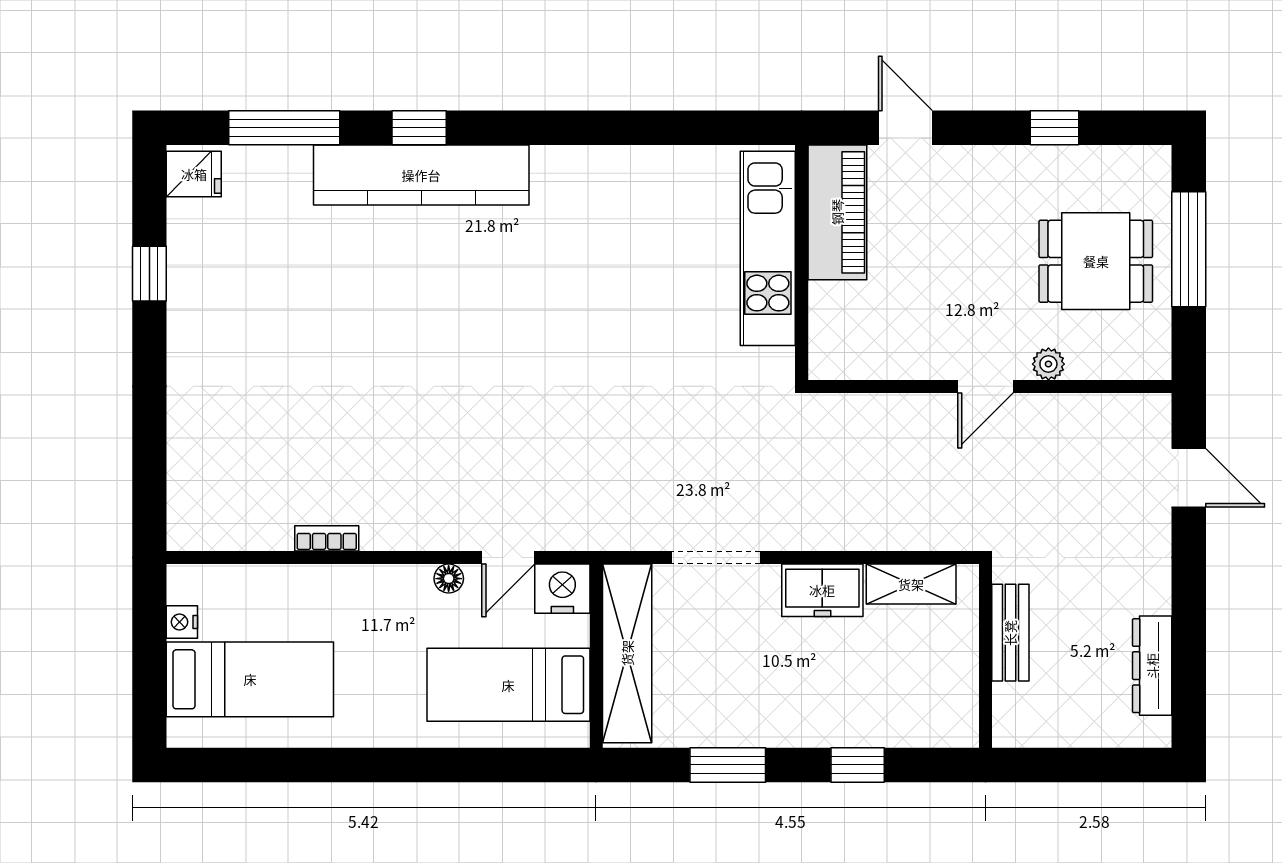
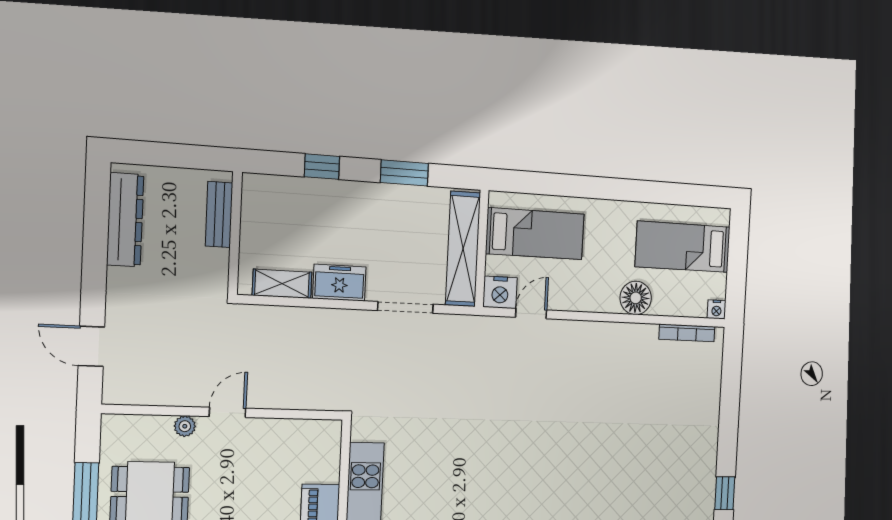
bookcase: (327, 538) -> (687, 333), moved, width x1.56
floor lamp: (449, 579) -> (636, 298), moved, width x1.89, depth x1.89
nightstand: (182, 622) -> (717, 310), moved, turned 90
bench: (1010, 633) -> (219, 214), moved
dresser: (1152, 666) -> (125, 220), width x1.37, depth x1.24

